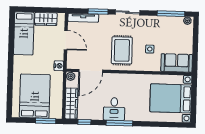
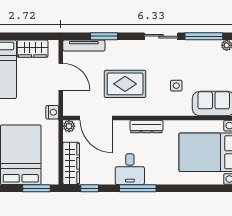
sliding door: (127, 12) -> (161, 36), moved
rug: (122, 50) -> (125, 84), moved, turned 90
door: (91, 71) -> (96, 118), hinge flipped
dresser: (127, 78) -> (146, 127), added

